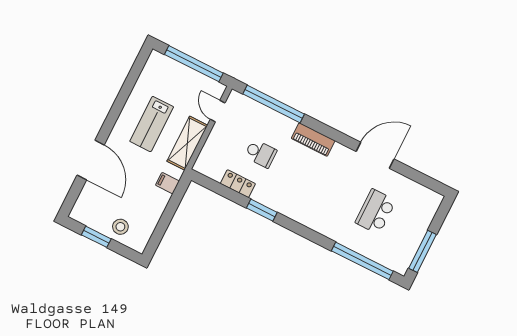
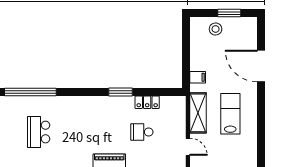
school desk: (376, 212) -> (39, 132), turned 180

